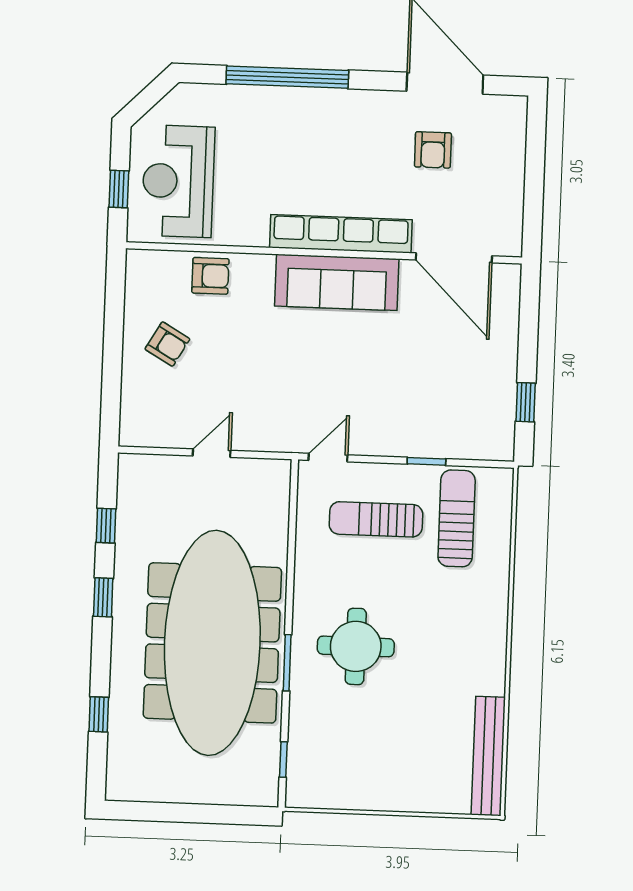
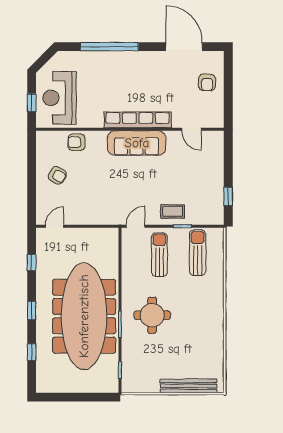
armchair: (433, 150) -> (207, 82), moved
door: (454, 258) -> (192, 129), width x0.53
armchair: (210, 276) -> (77, 142), turned 180
coffee table: (407, 429) -> (173, 211), added
door: (212, 453) -> (55, 226), moved
sun lounger: (376, 519) -> (159, 255), turned 90
window: (103, 597) -> (32, 311), moved
bench: (488, 756) -> (189, 386), moved, turned 90

